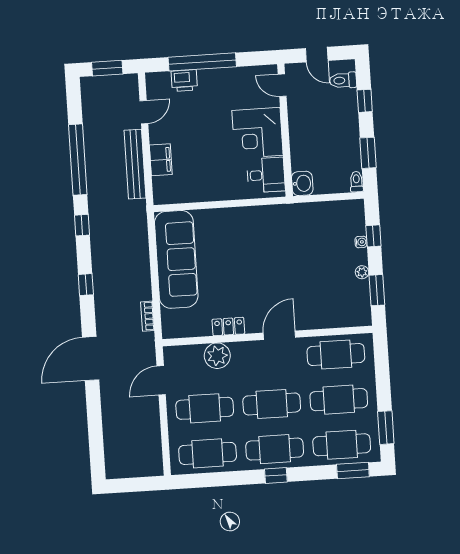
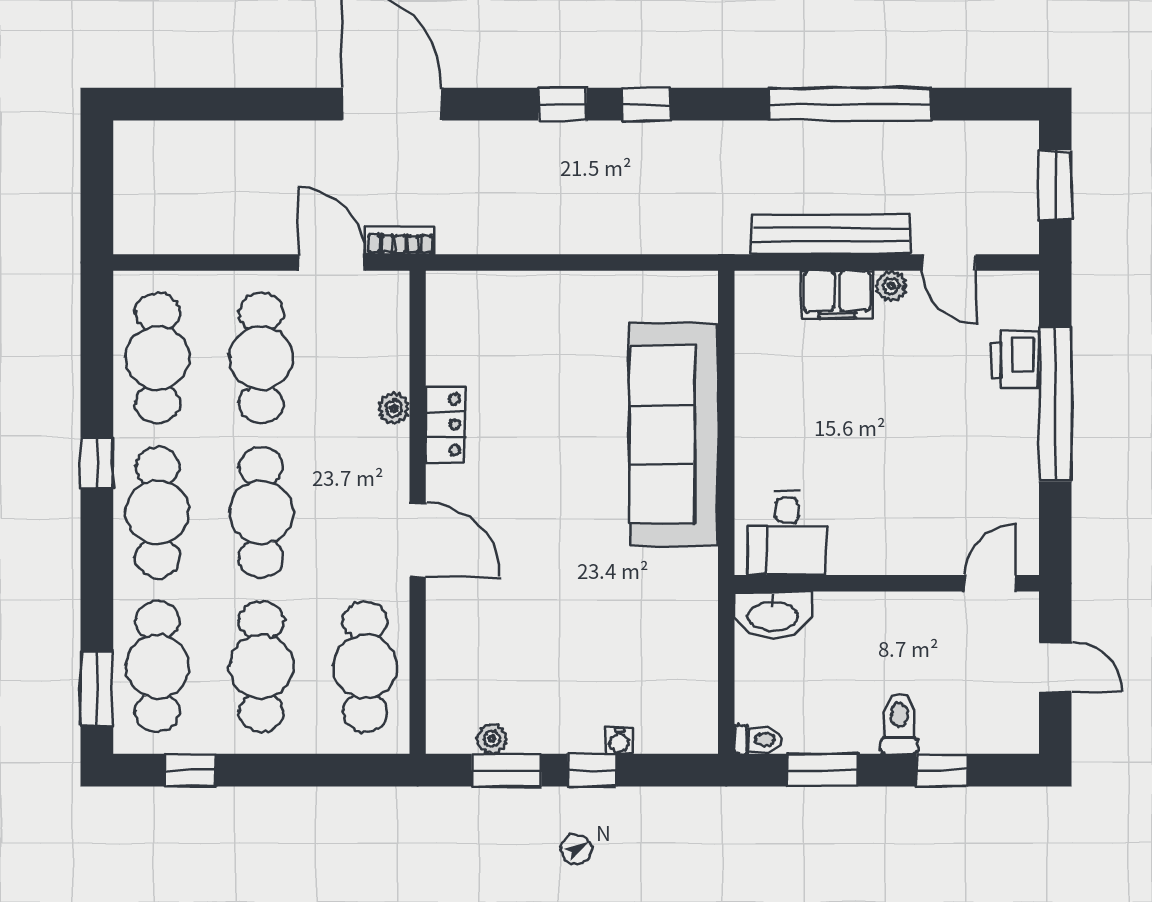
door: (317, 55) -> (1055, 667), swing flipped
toilet: (343, 80) -> (899, 724), moved
corner desk: (257, 133) -> (885, 520), removed
plant: (156, 137) -> (891, 286), added
washbasin: (302, 183) -> (773, 615), width x1.38
window: (82, 225) -> (646, 104), moved
window: (373, 236) -> (592, 770), moved
sofa: (176, 259) -> (674, 434), moved, turned 90
plant: (362, 272) -> (492, 739), moved
bookcase: (148, 316) -> (400, 241), moved
plant: (217, 356) -> (394, 408), width x0.53, depth x0.53
window: (386, 428) -> (190, 770), width x0.67
window: (276, 475) -> (97, 463), moved

